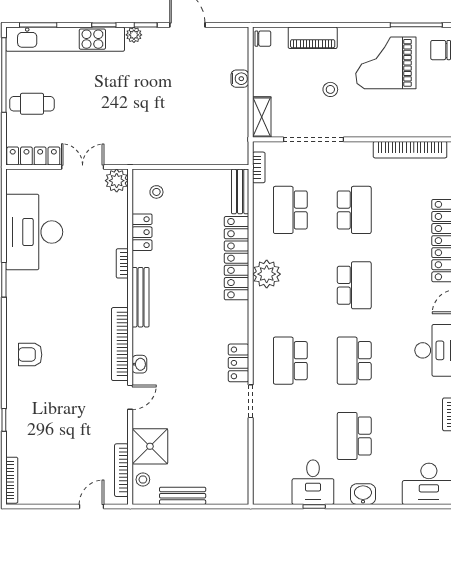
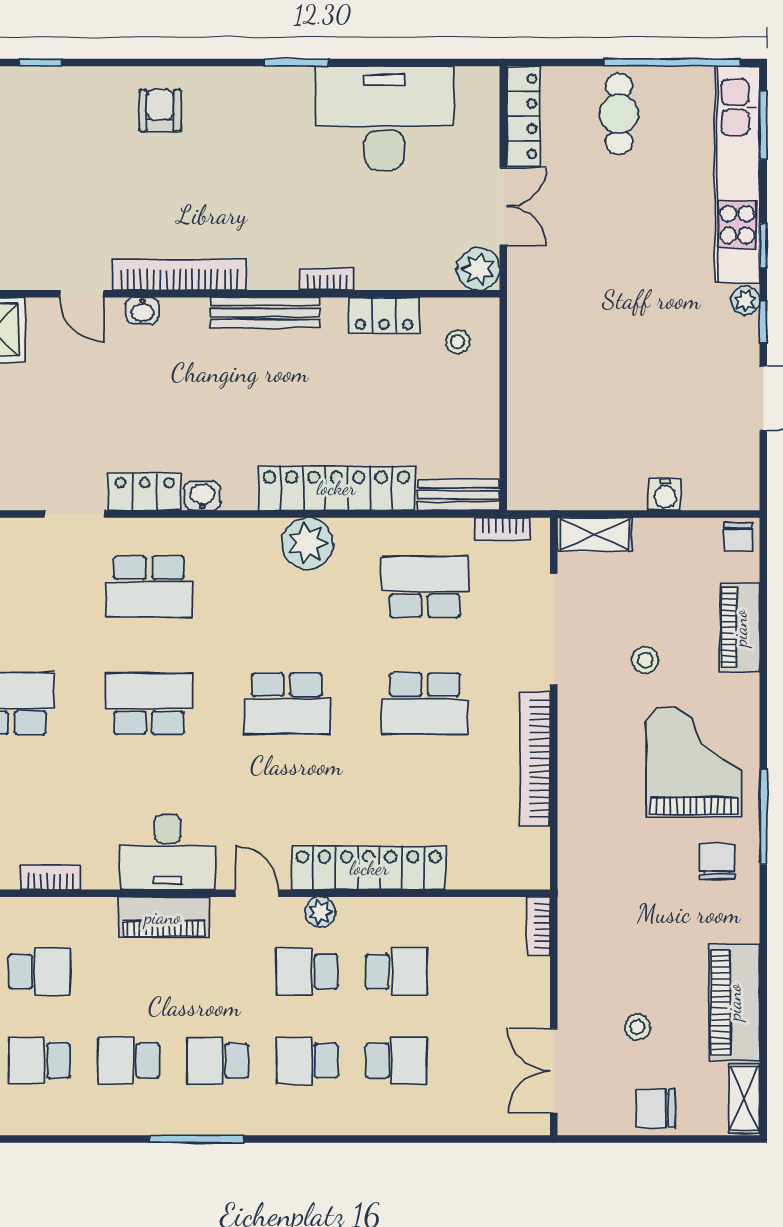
bookcase: (410, 150) -> (535, 758), moved
washbasin: (241, 331) -> (202, 496), added
school desk: (290, 361) -> (149, 587), turned 180

